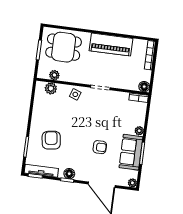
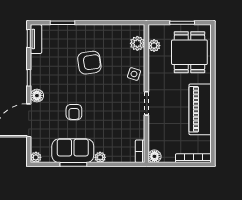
armchair: (51, 140) -> (89, 63), moved
tv unit: (41, 171) -> (36, 39), width x0.71
floor lamp: (69, 174) -> (37, 96), moved

